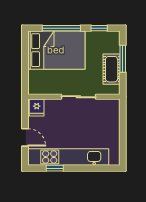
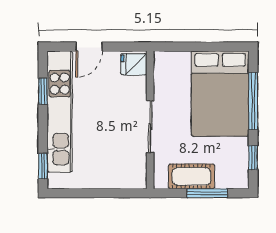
window: (105, 168) -> (43, 166), added

